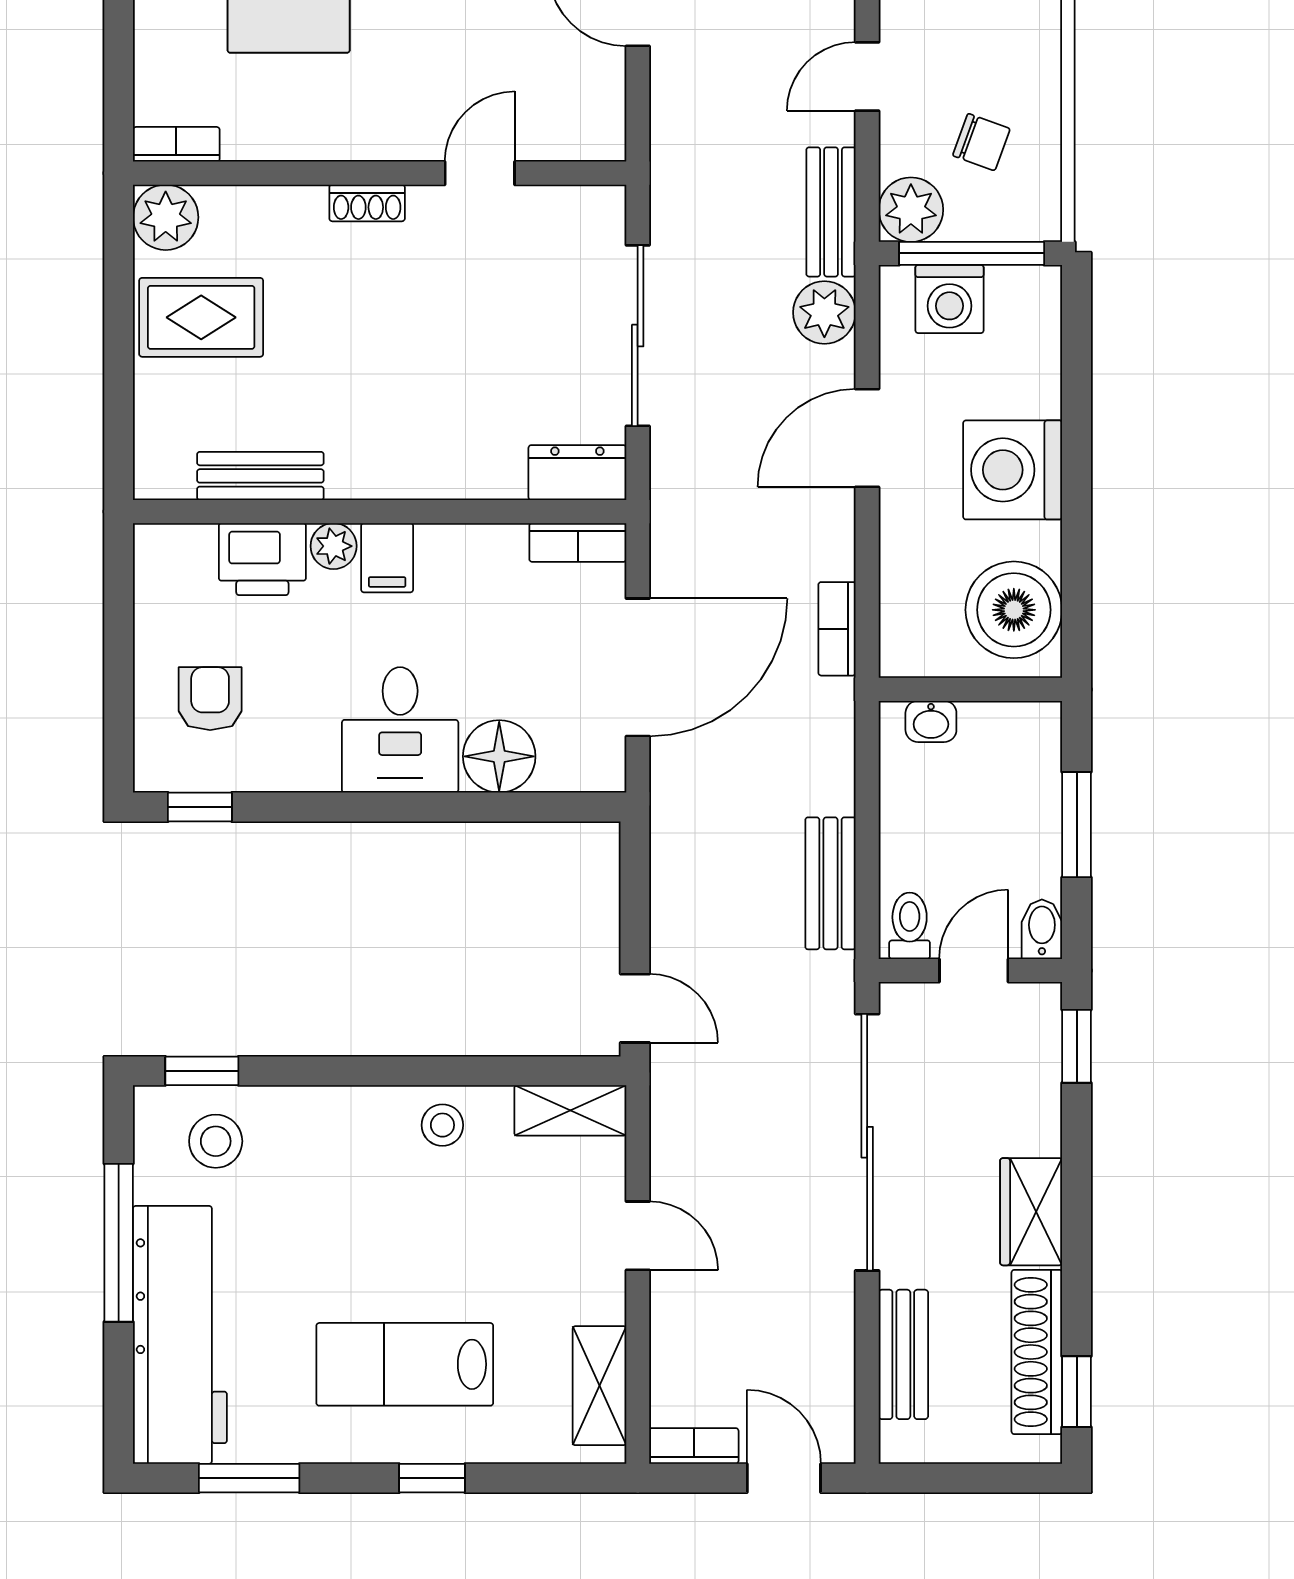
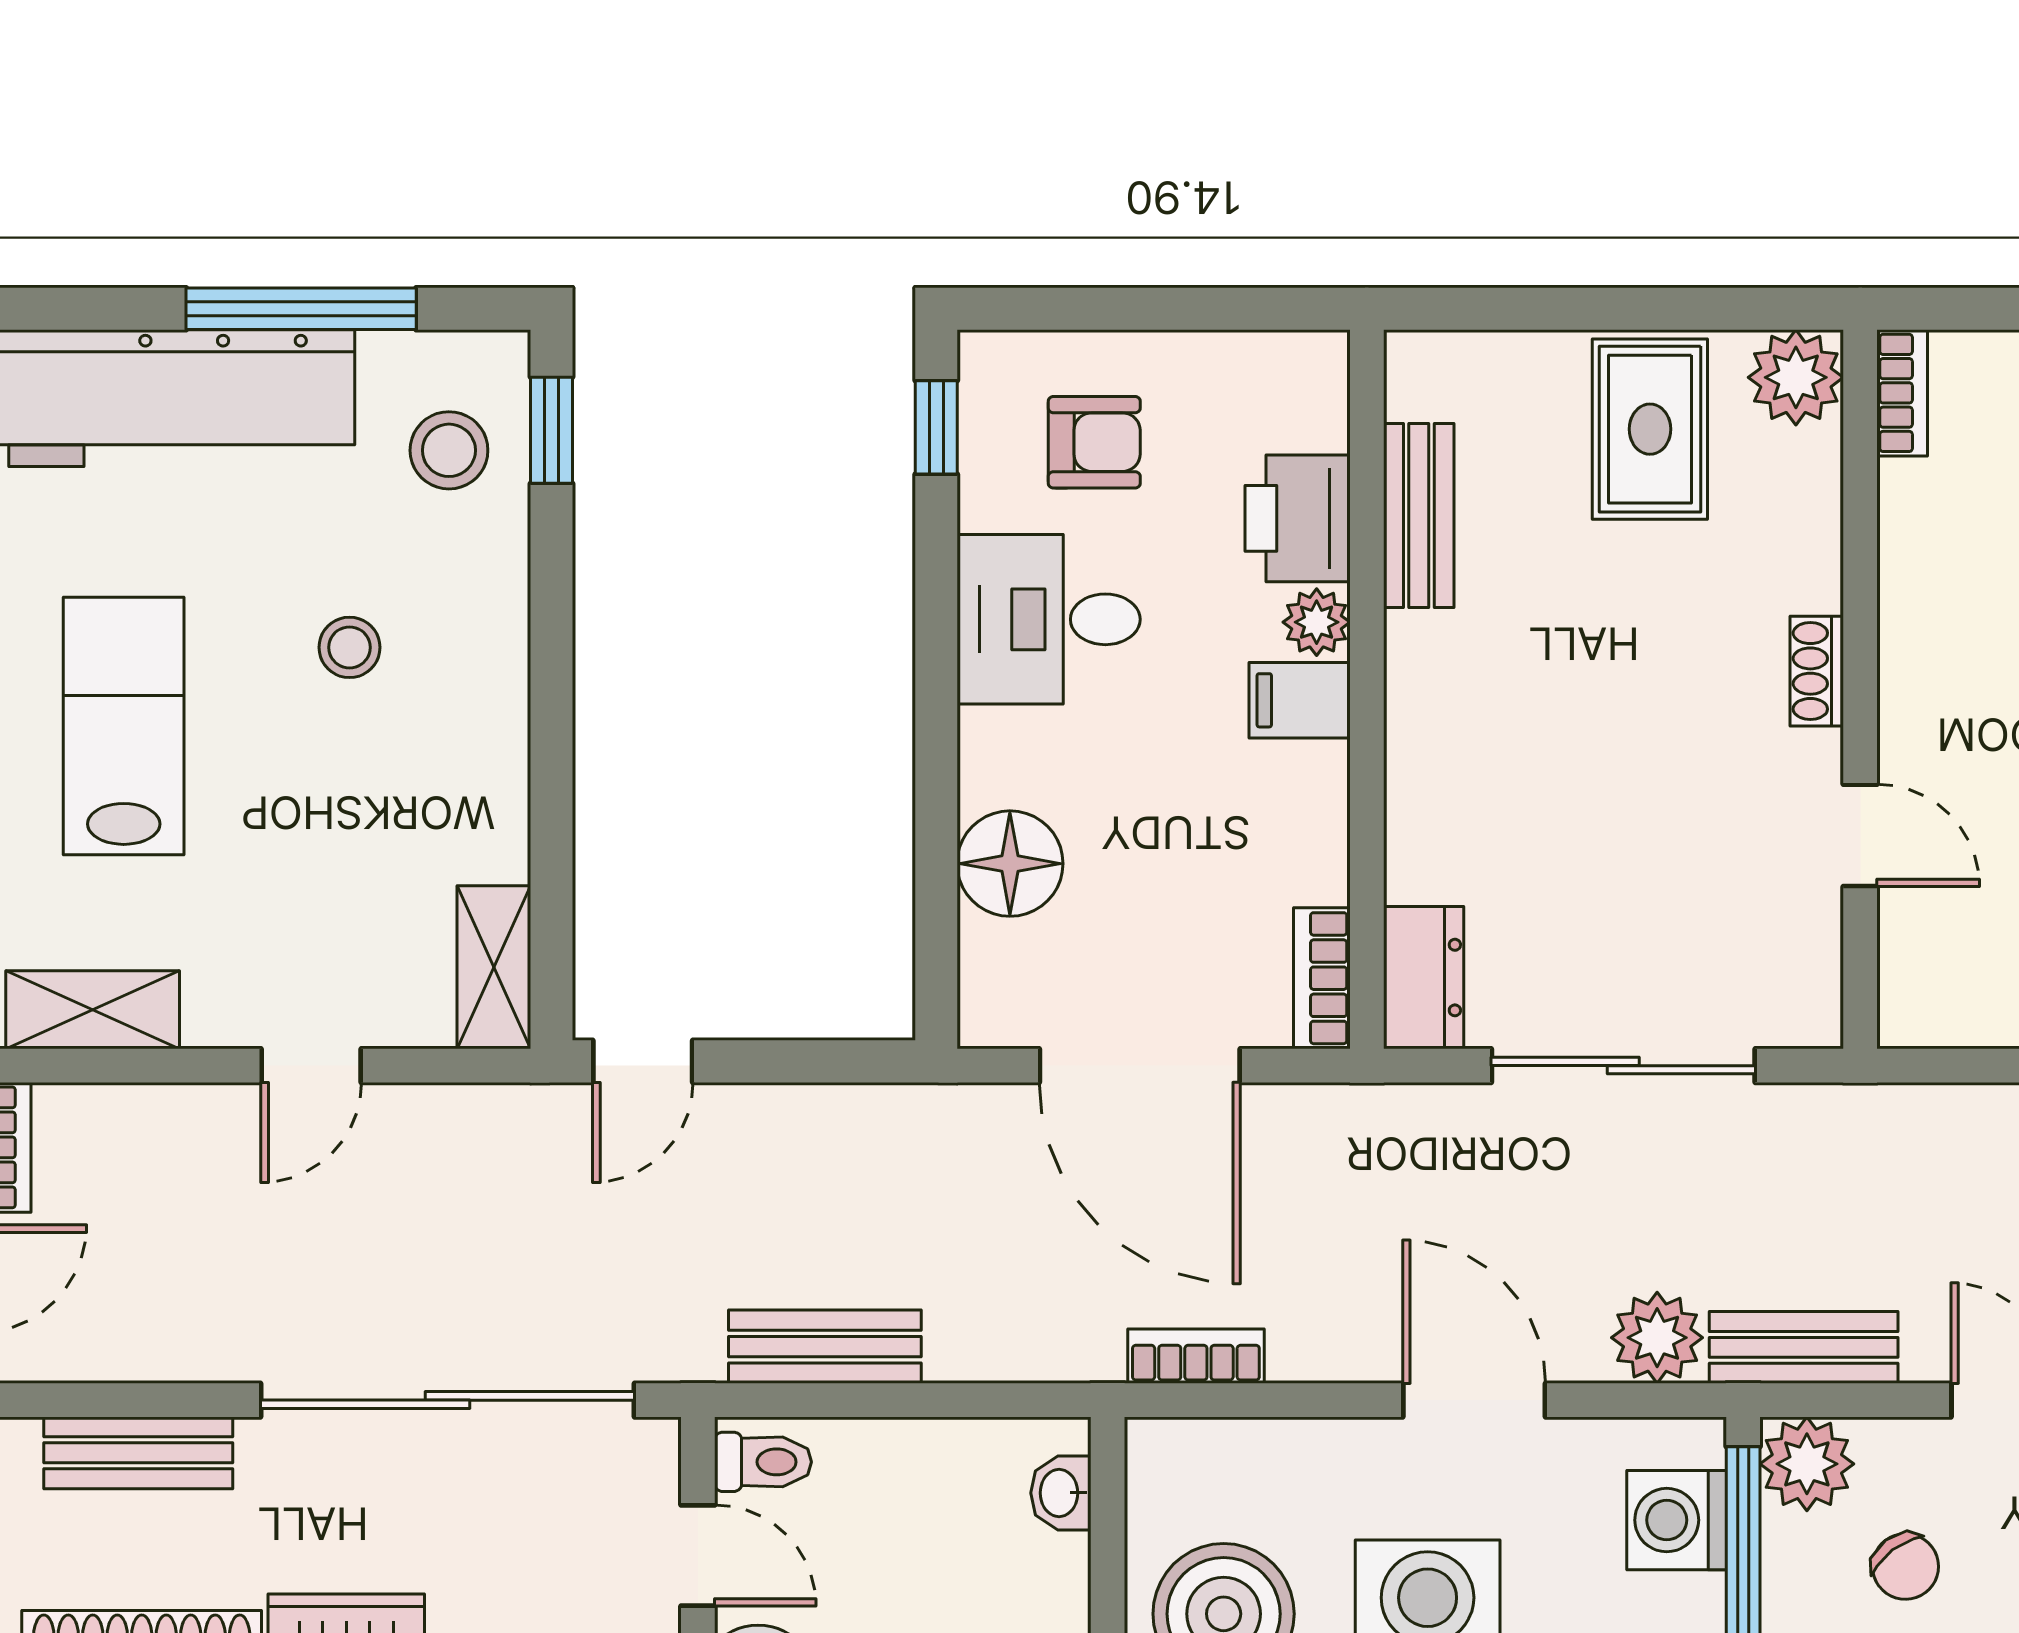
chair: (981, 142) -> (1905, 1567), turned -57
desk: (400, 730) -> (1049, 619), moved
stool: (442, 1125) -> (349, 647), moved

